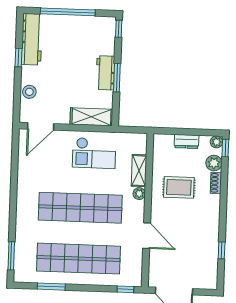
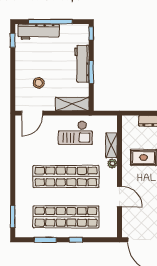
workbench: (32, 39) -> (39, 32), moved, turned 90
window: (19, 58) -> (13, 40), moved
workbench: (105, 73) -> (82, 64), width x1.38
stool: (29, 92) -> (39, 83), moved
window: (125, 289) -> (76, 240), moved

